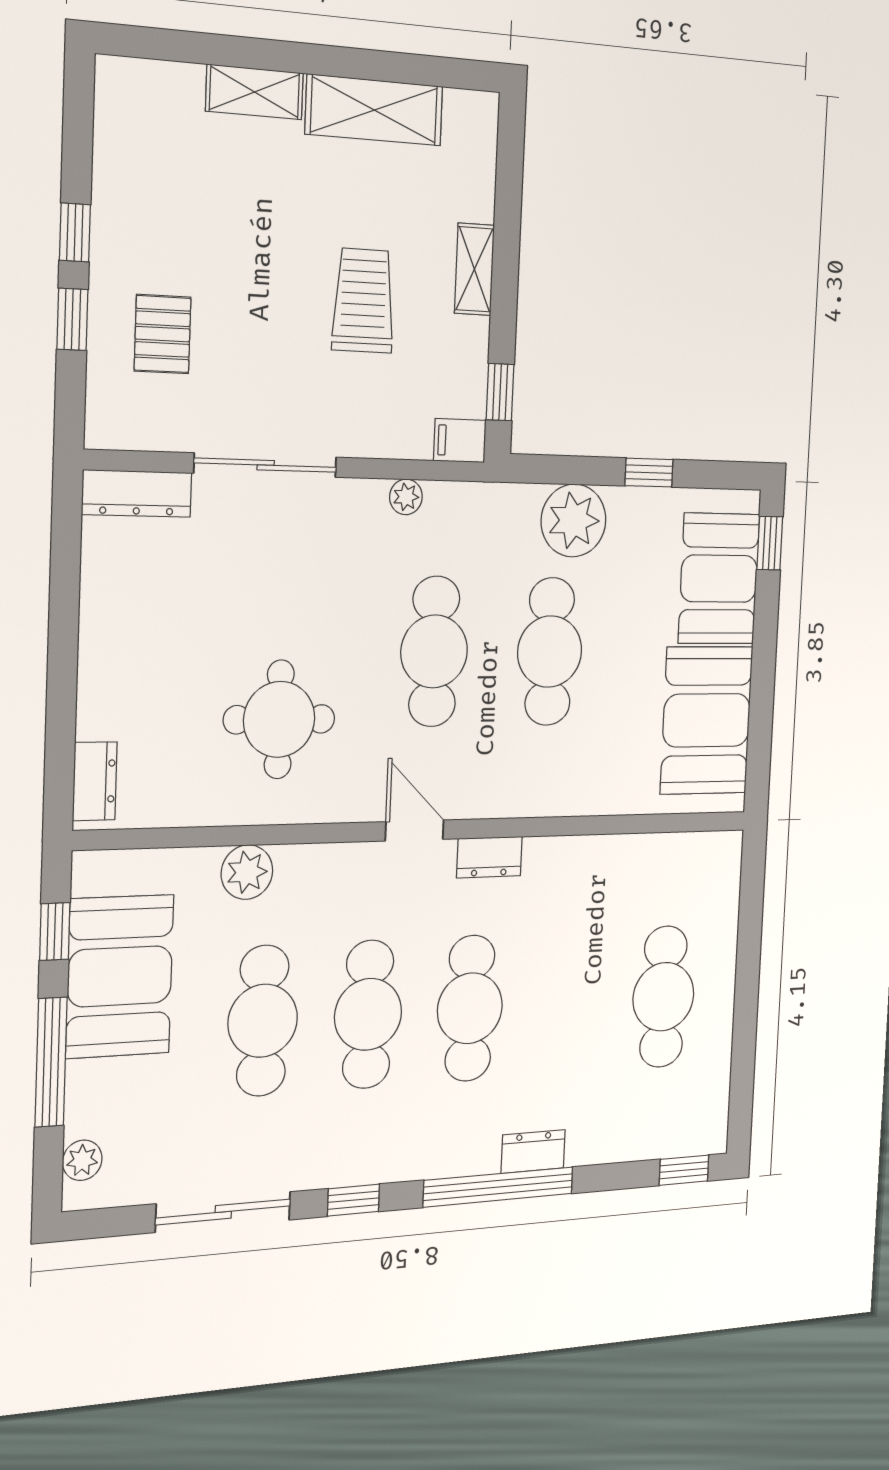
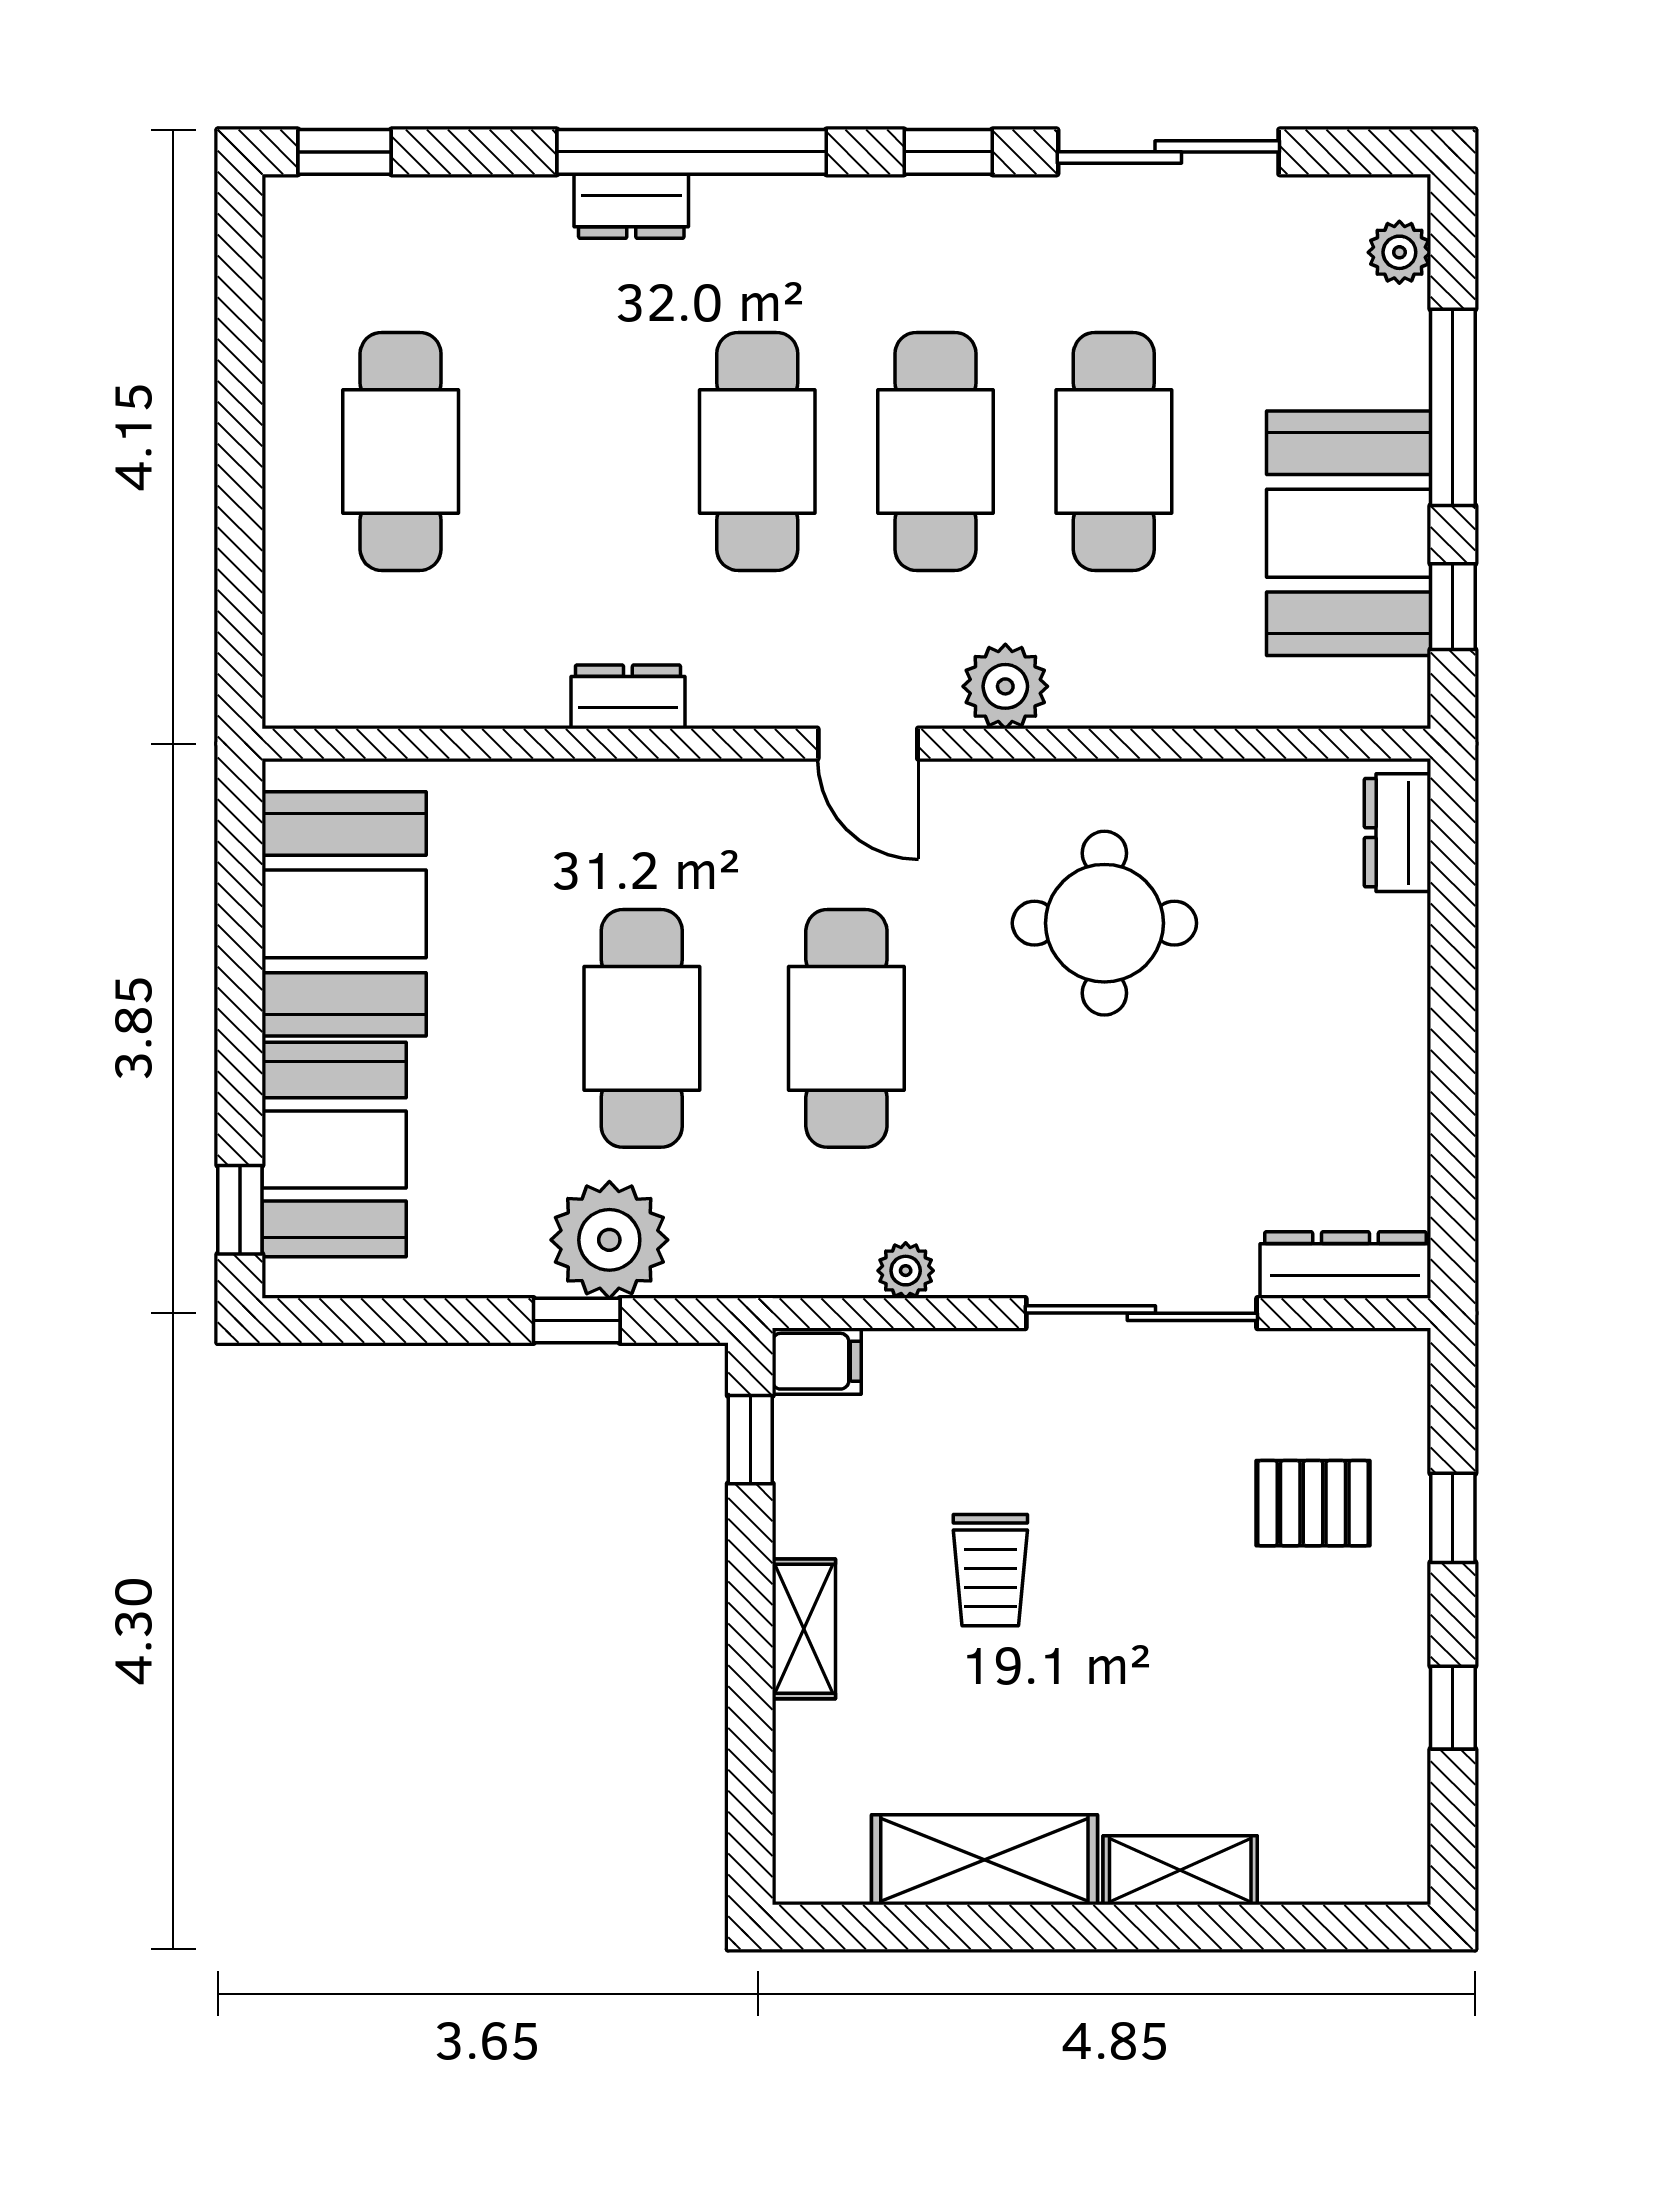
window: (75, 232) -> (1453, 1708), moved
trolley: (363, 301) -> (990, 1570), width x0.73, depth x0.72
pallet: (163, 334) -> (1313, 1503), turned 90
window: (649, 473) -> (577, 1321), moved
dresser: (489, 857) -> (628, 697), moved
plant: (247, 872) -> (1005, 686), moved

